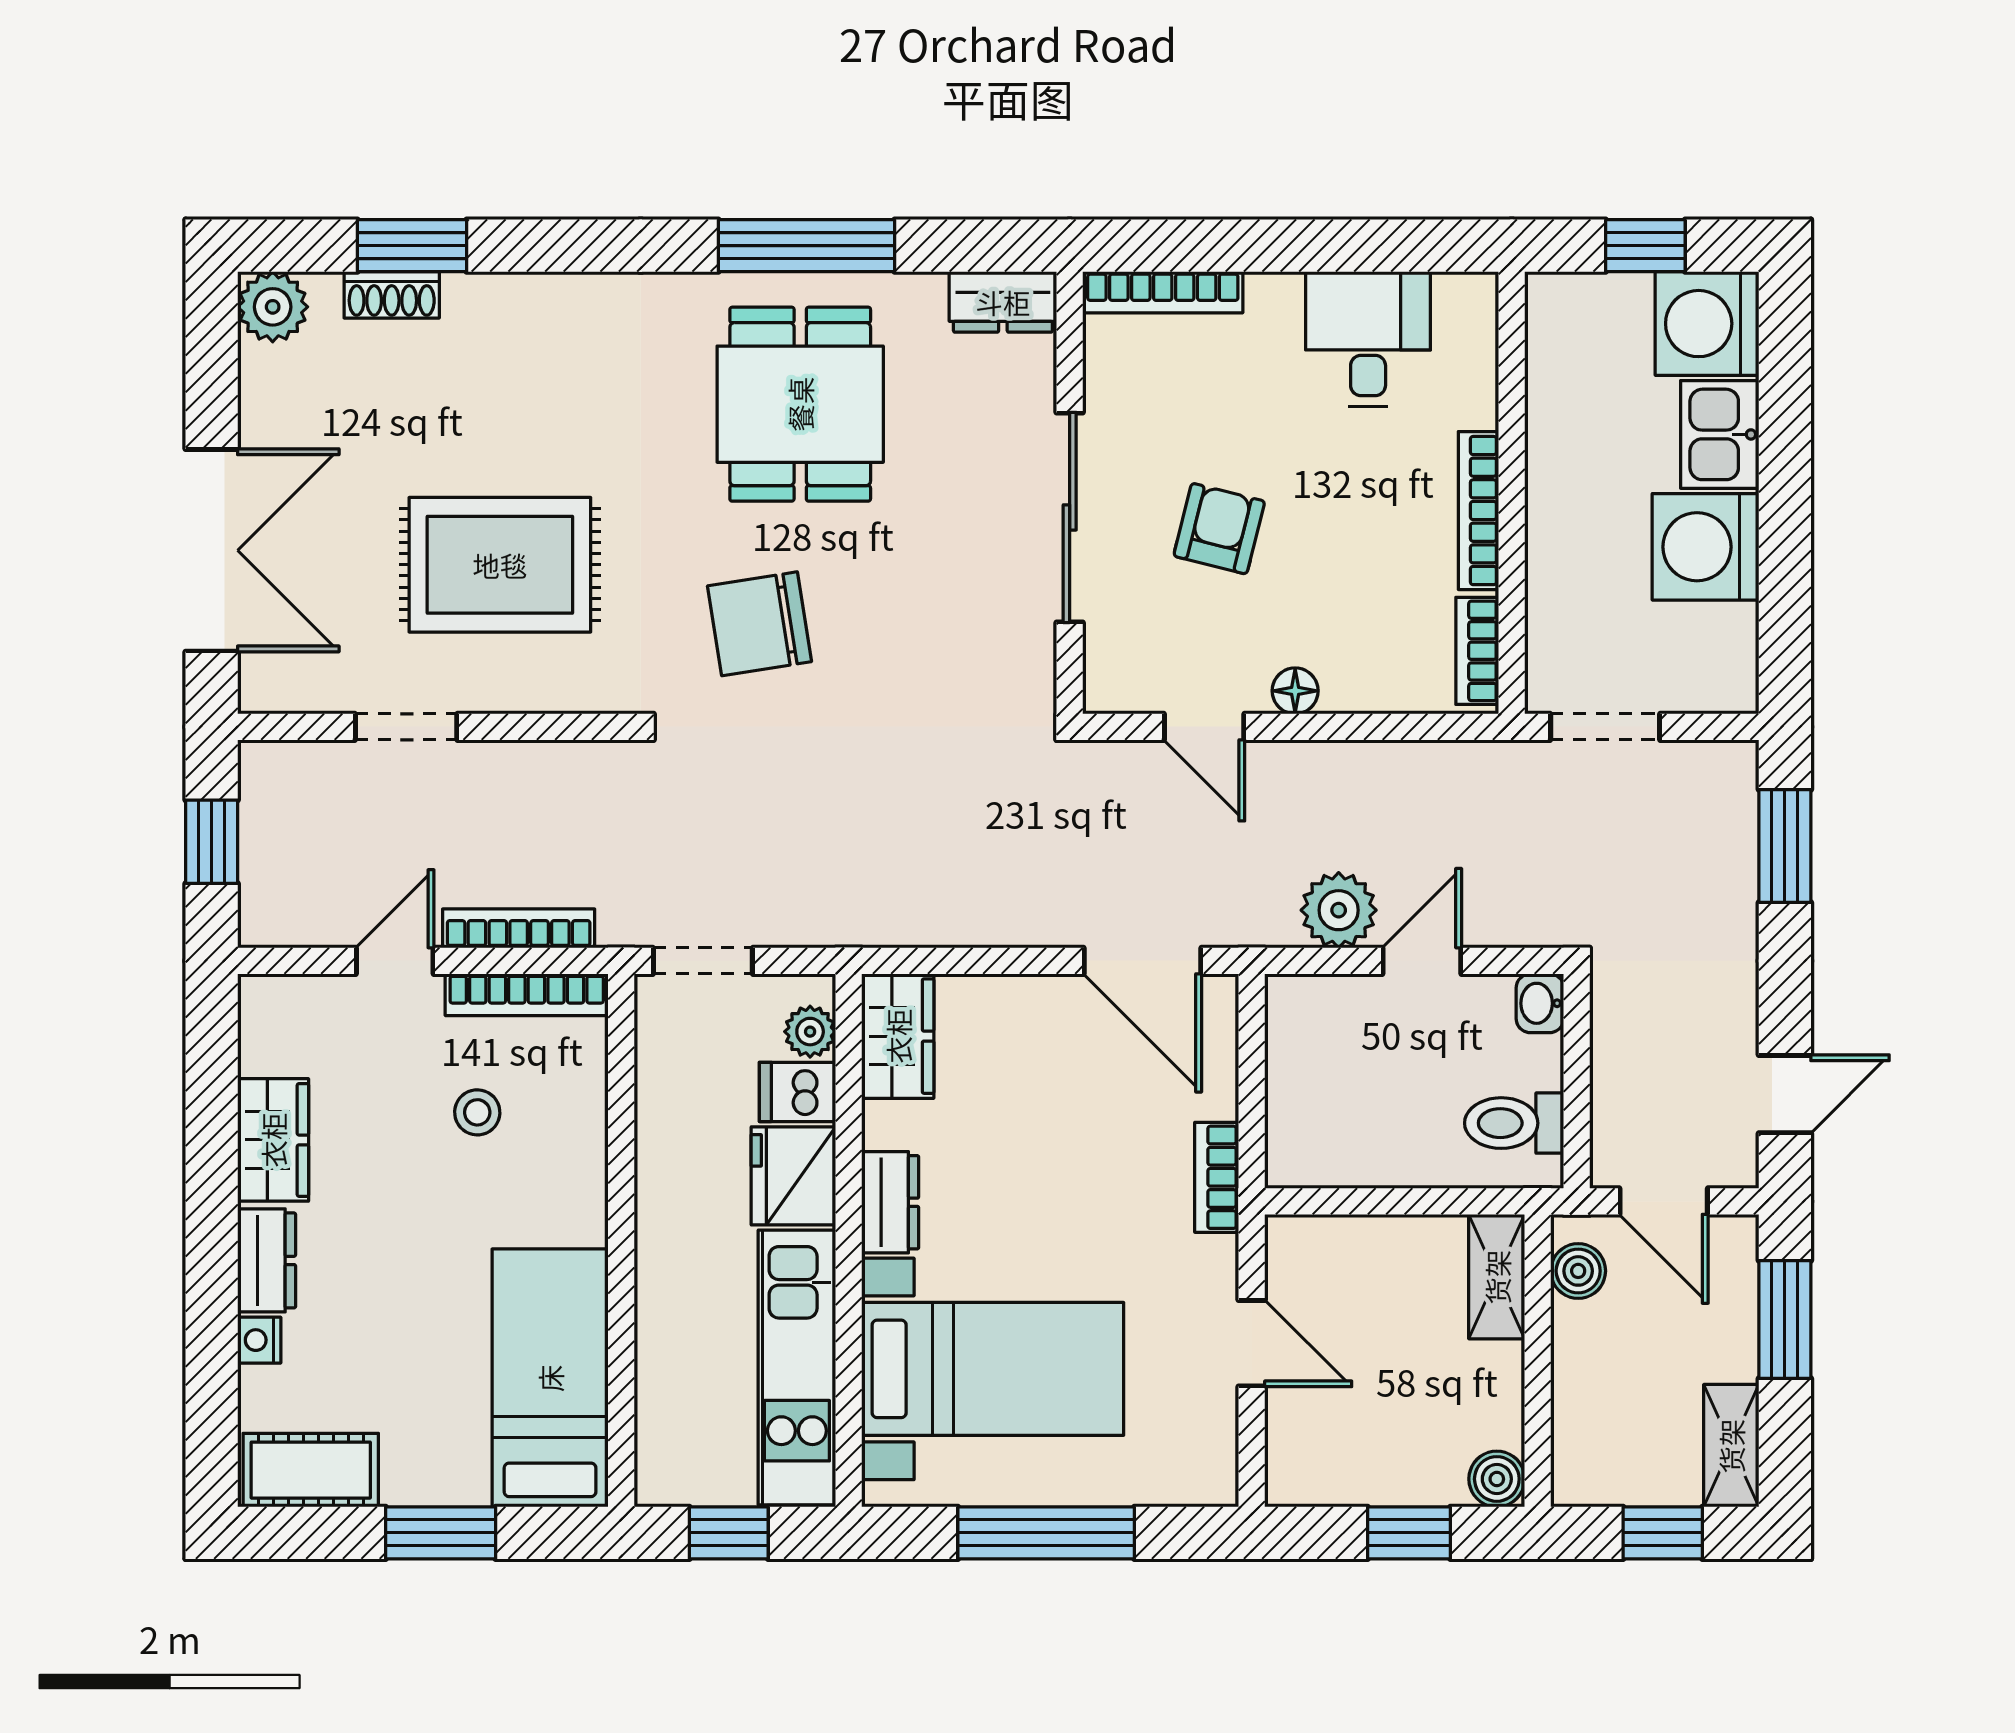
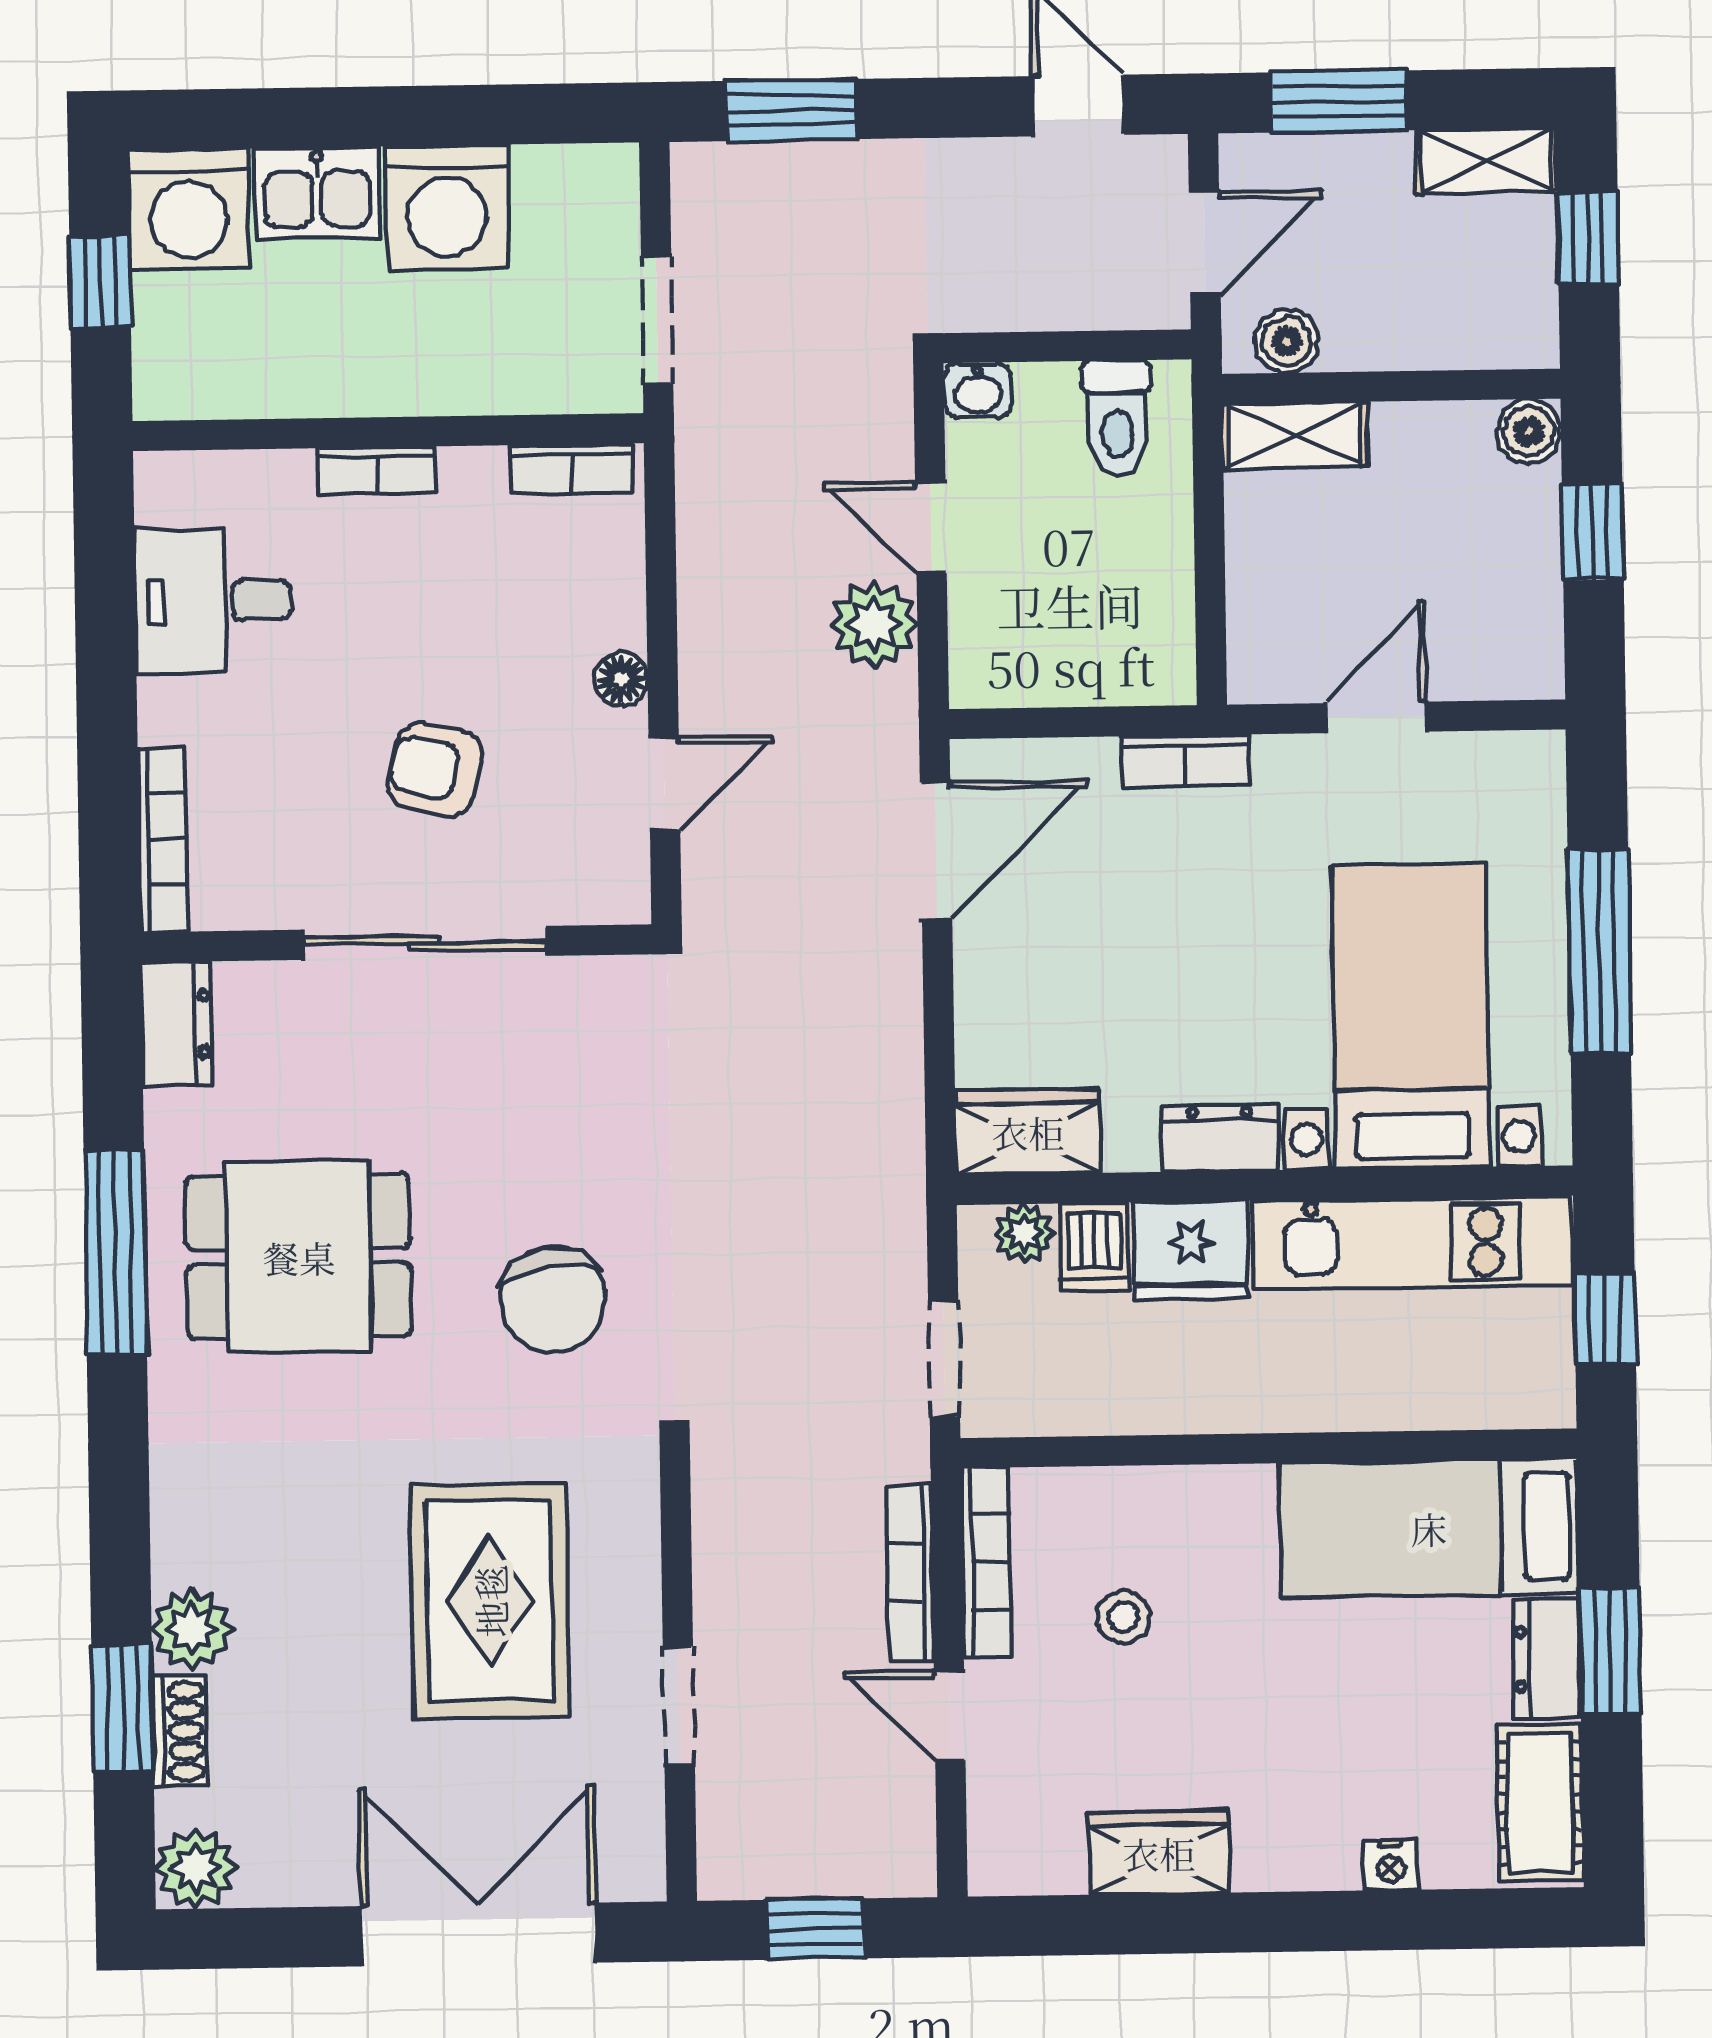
plant: (480, 307) -> (192, 1629), added
bookcase: (1479, 511) -> (376, 471), width x0.64
dresser: (267, 1260) -> (1547, 1659), moved, turned -90

